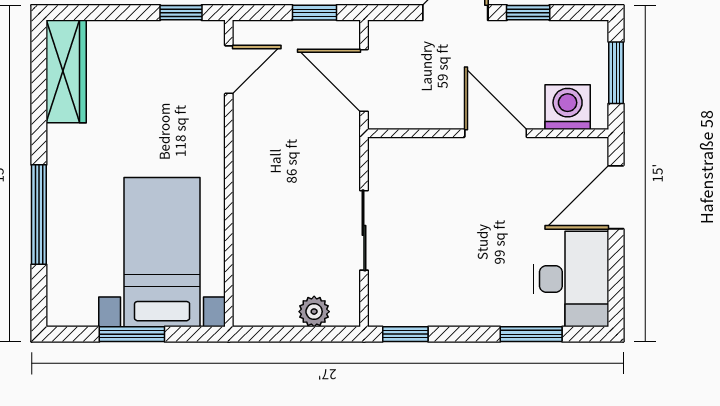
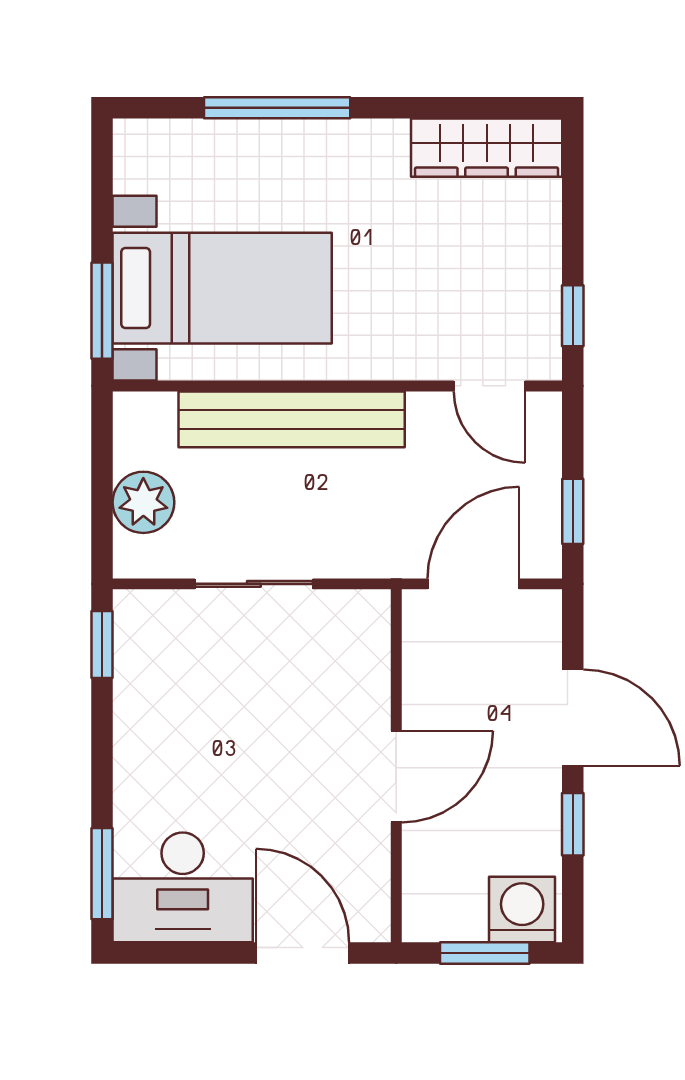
washing machine: (568, 107) -> (522, 909), moved, turned -90
bench: (252, 205) -> (292, 419), added
plant: (314, 312) -> (143, 502), width x1.38, depth x1.38
window: (132, 334) -> (102, 311), moved
window: (531, 334) -> (102, 874), moved

